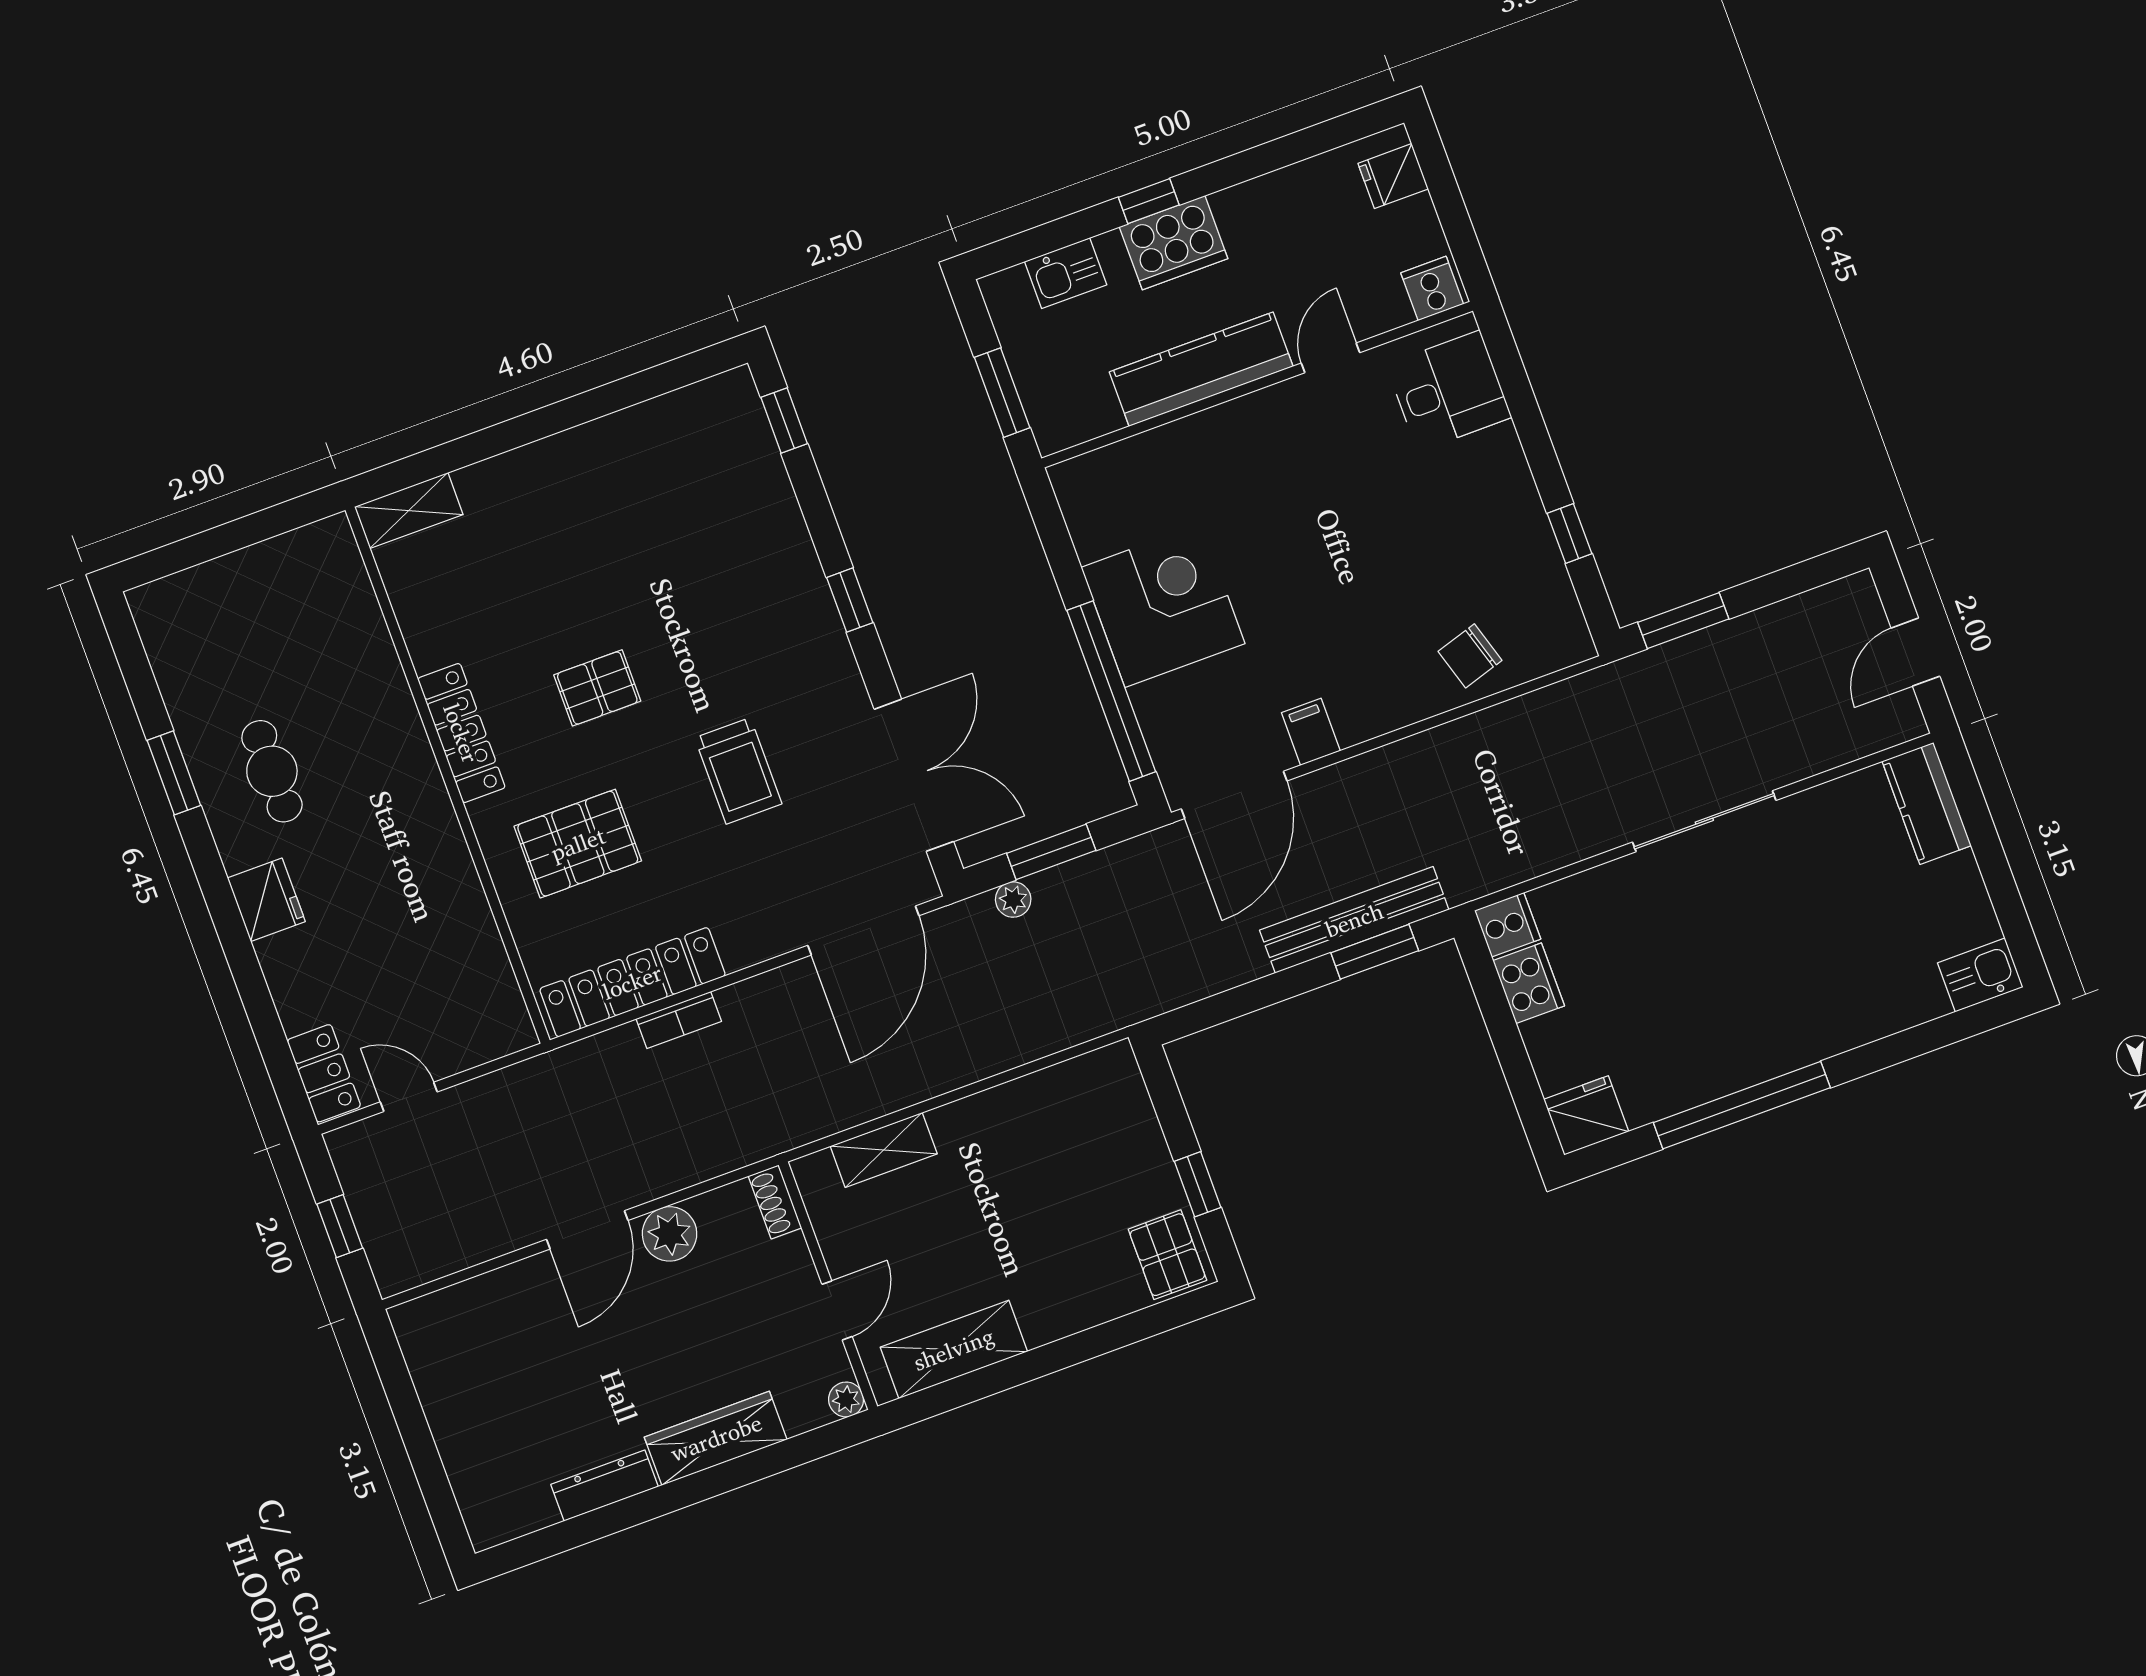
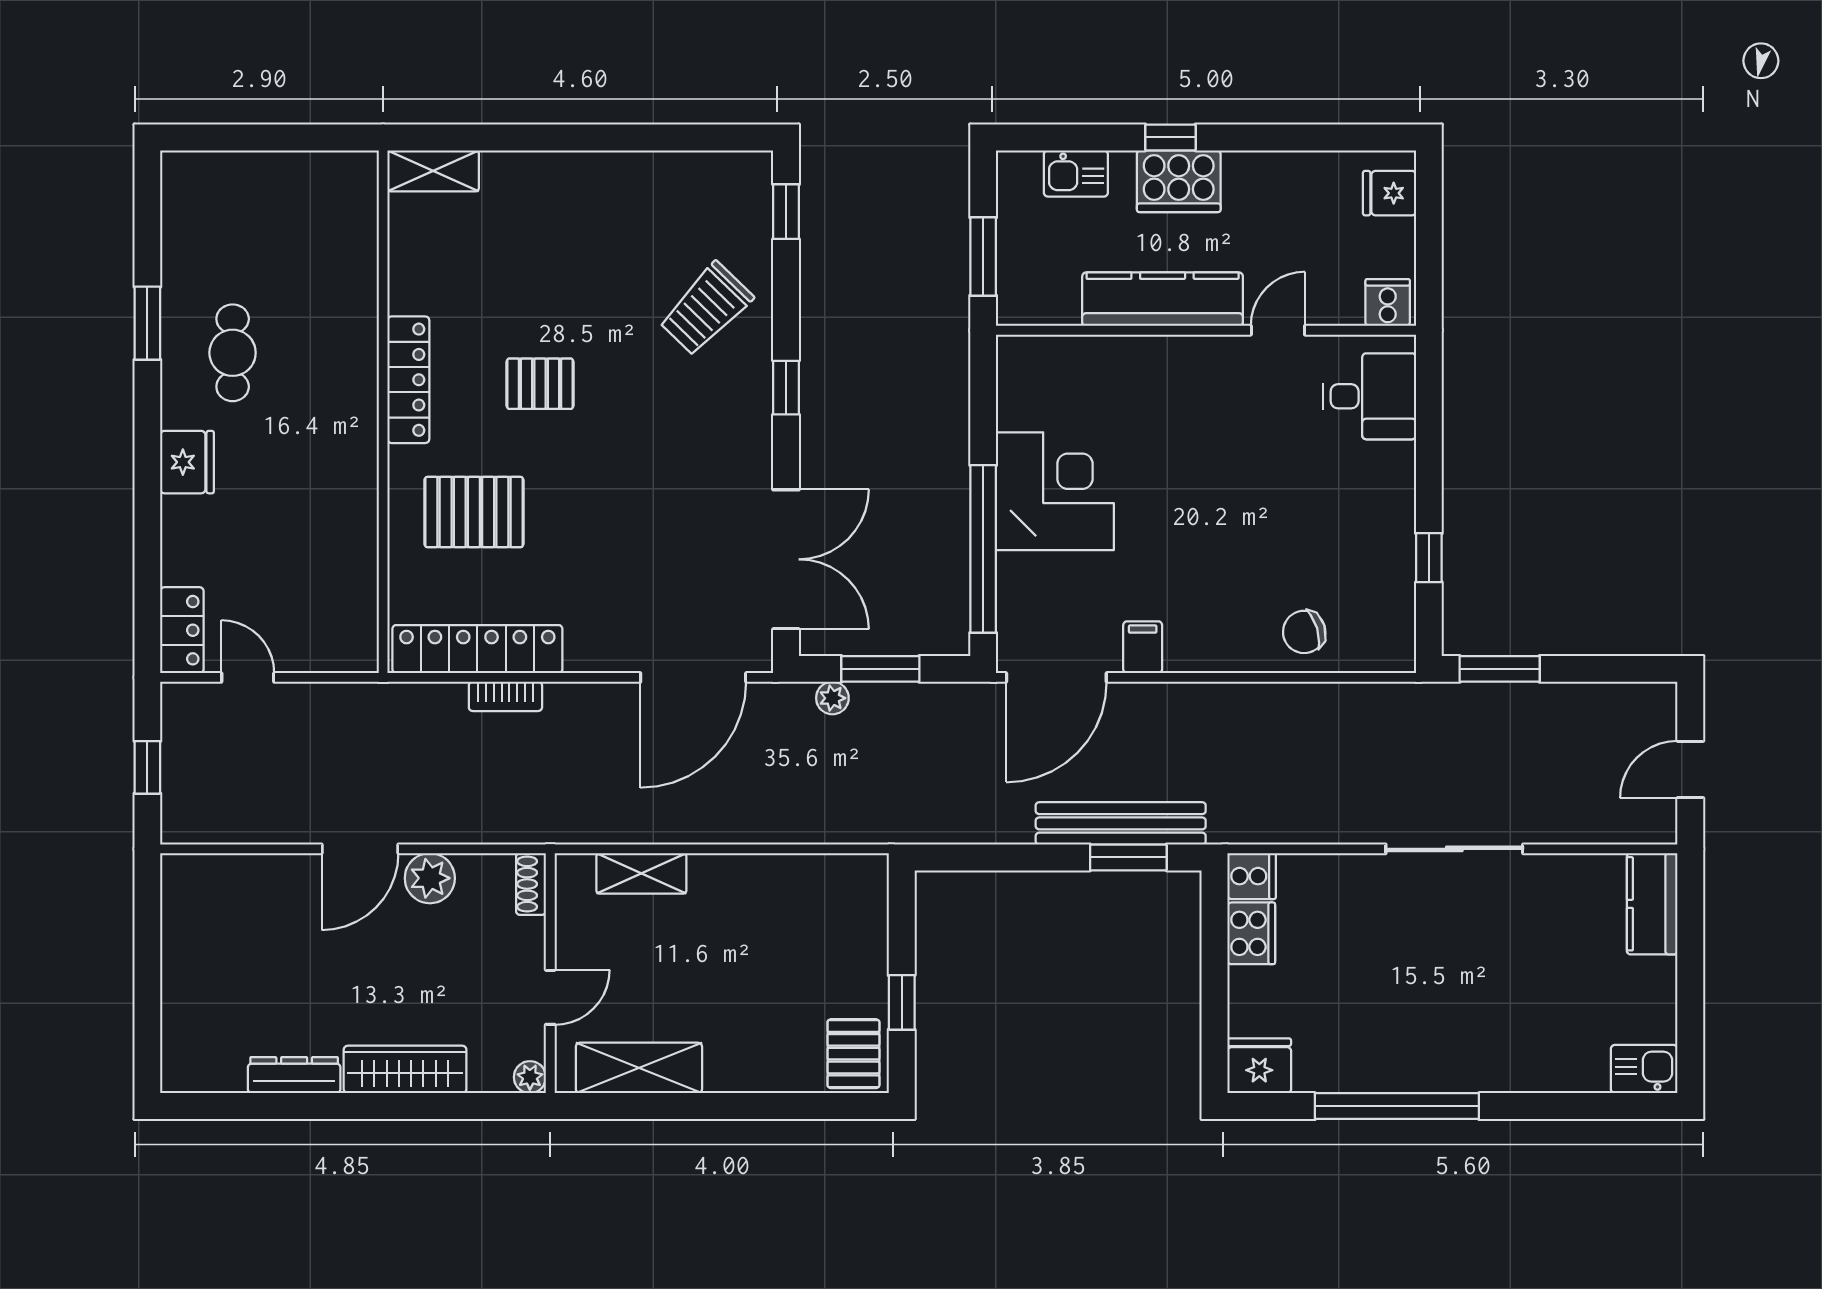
trolley: (738, 771) -> (706, 309), moved, turned 44

